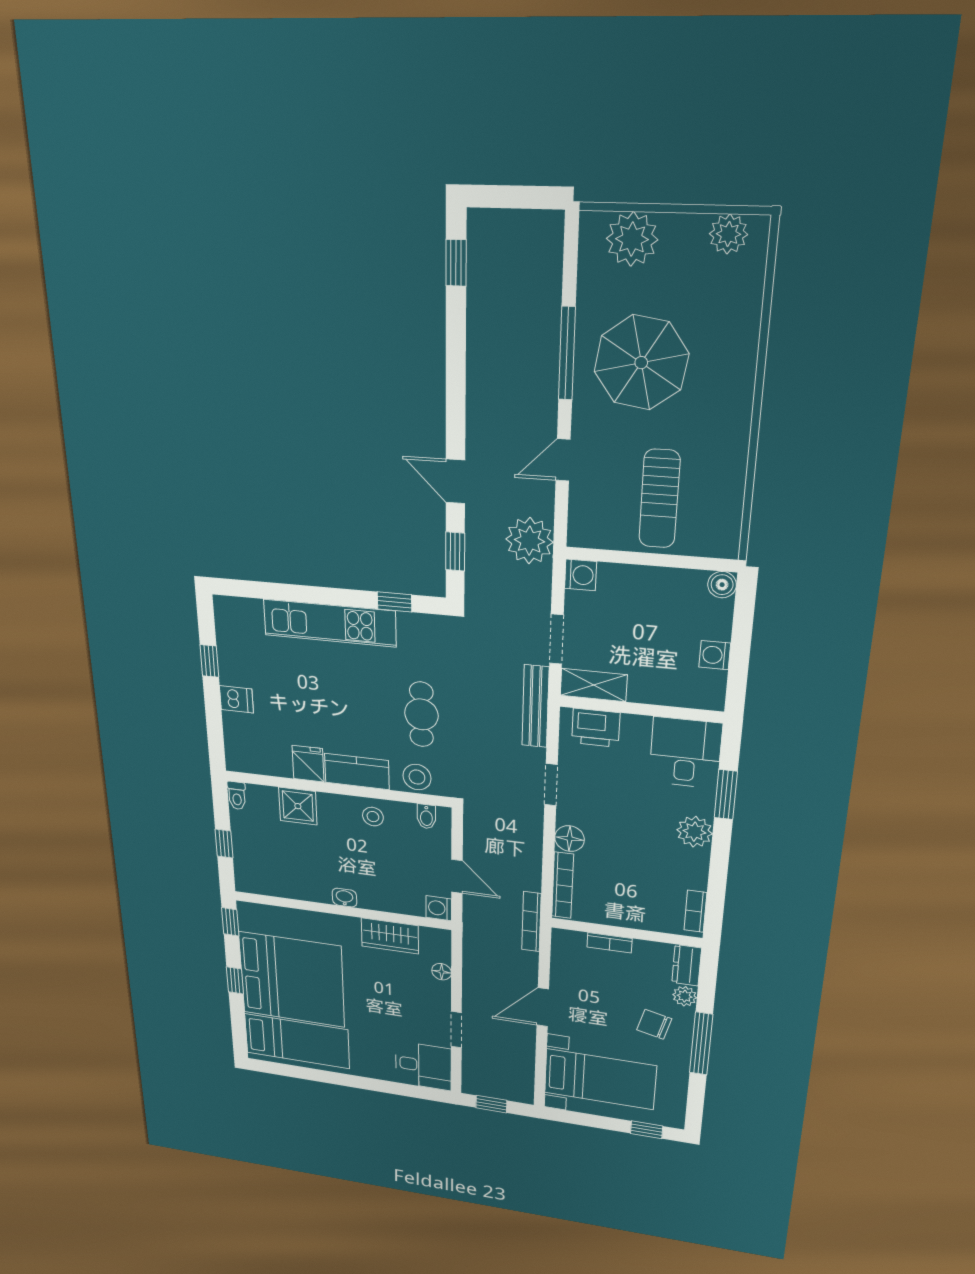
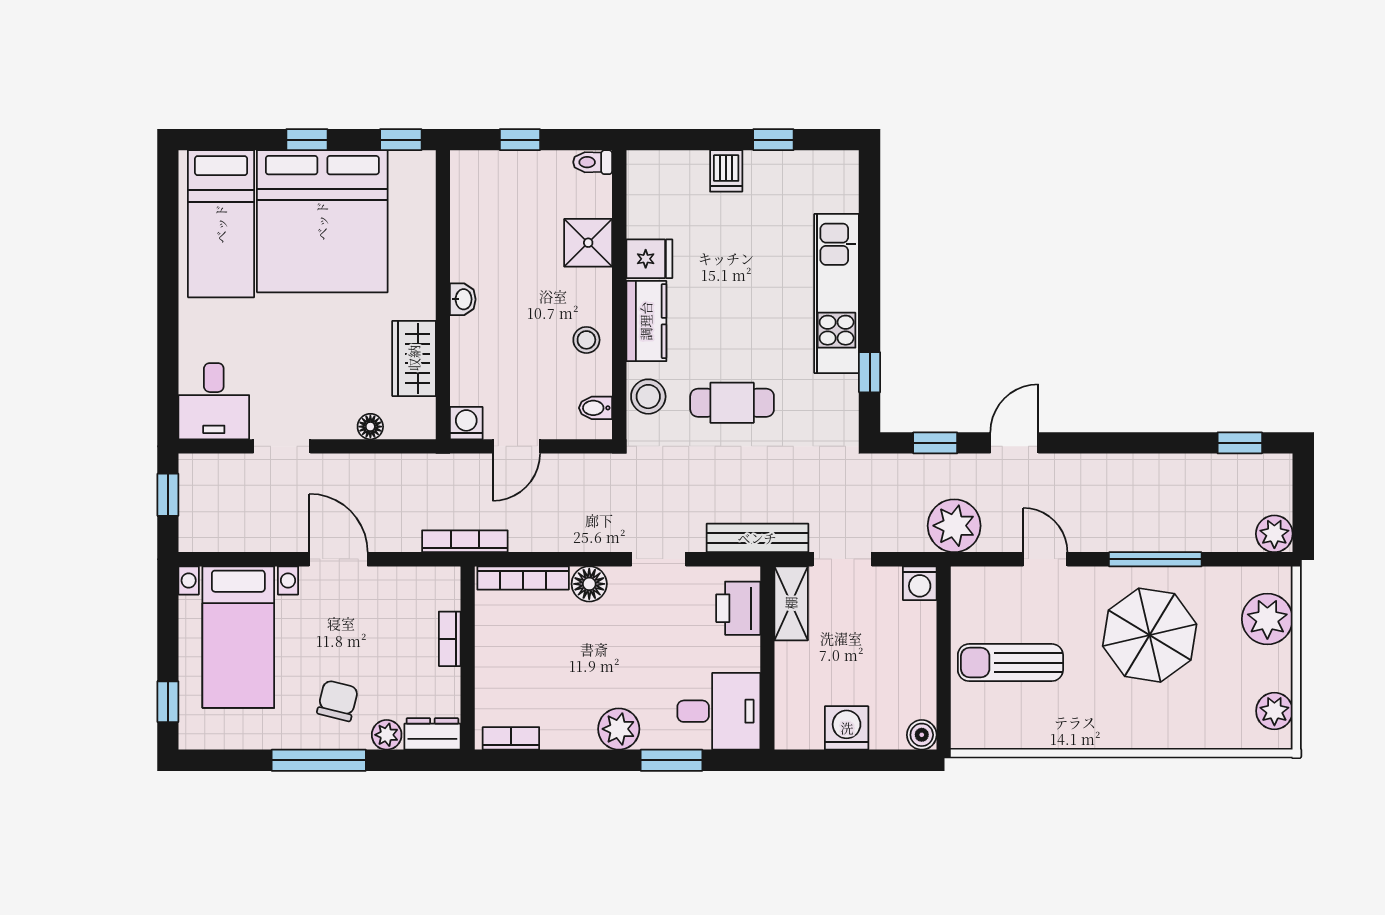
plant: (546, 229) -> (1274, 534), added
washing machine: (715, 655) -> (847, 728), width x1.38, depth x1.38

